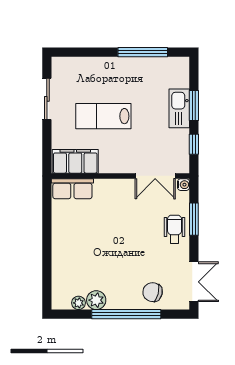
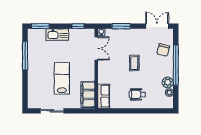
window: (194, 106) -> (40, 26), moved
lab bench: (103, 116) -> (62, 78), turned 180
wheelchair: (175, 229) -> (137, 94), moved
coffee table: (130, 242) -> (134, 63), added

